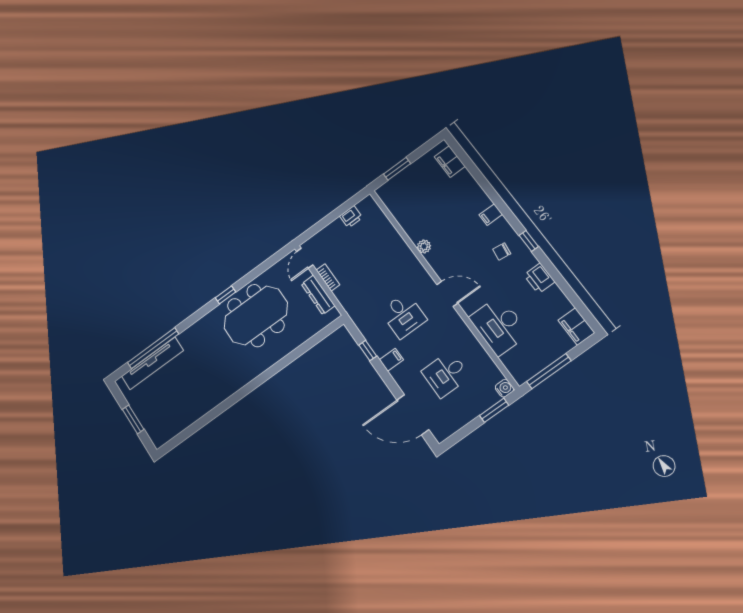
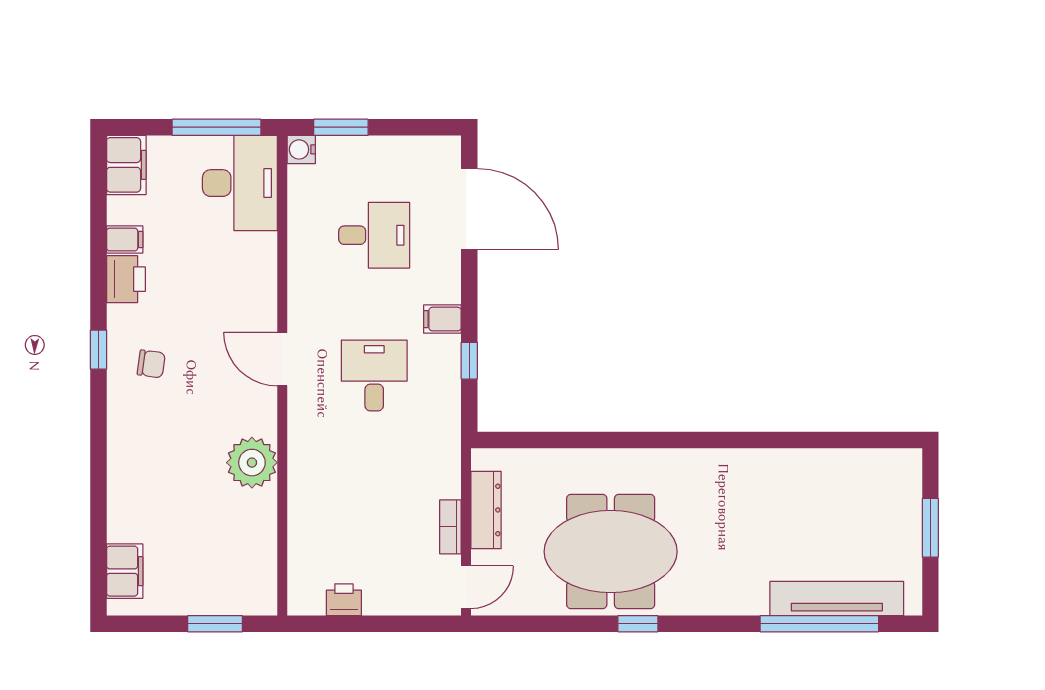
filing cabinet: (491, 215) -> (125, 240), moved
plant: (424, 246) -> (252, 463), width x1.87, depth x1.87
desk: (499, 326) -> (240, 183), moved

